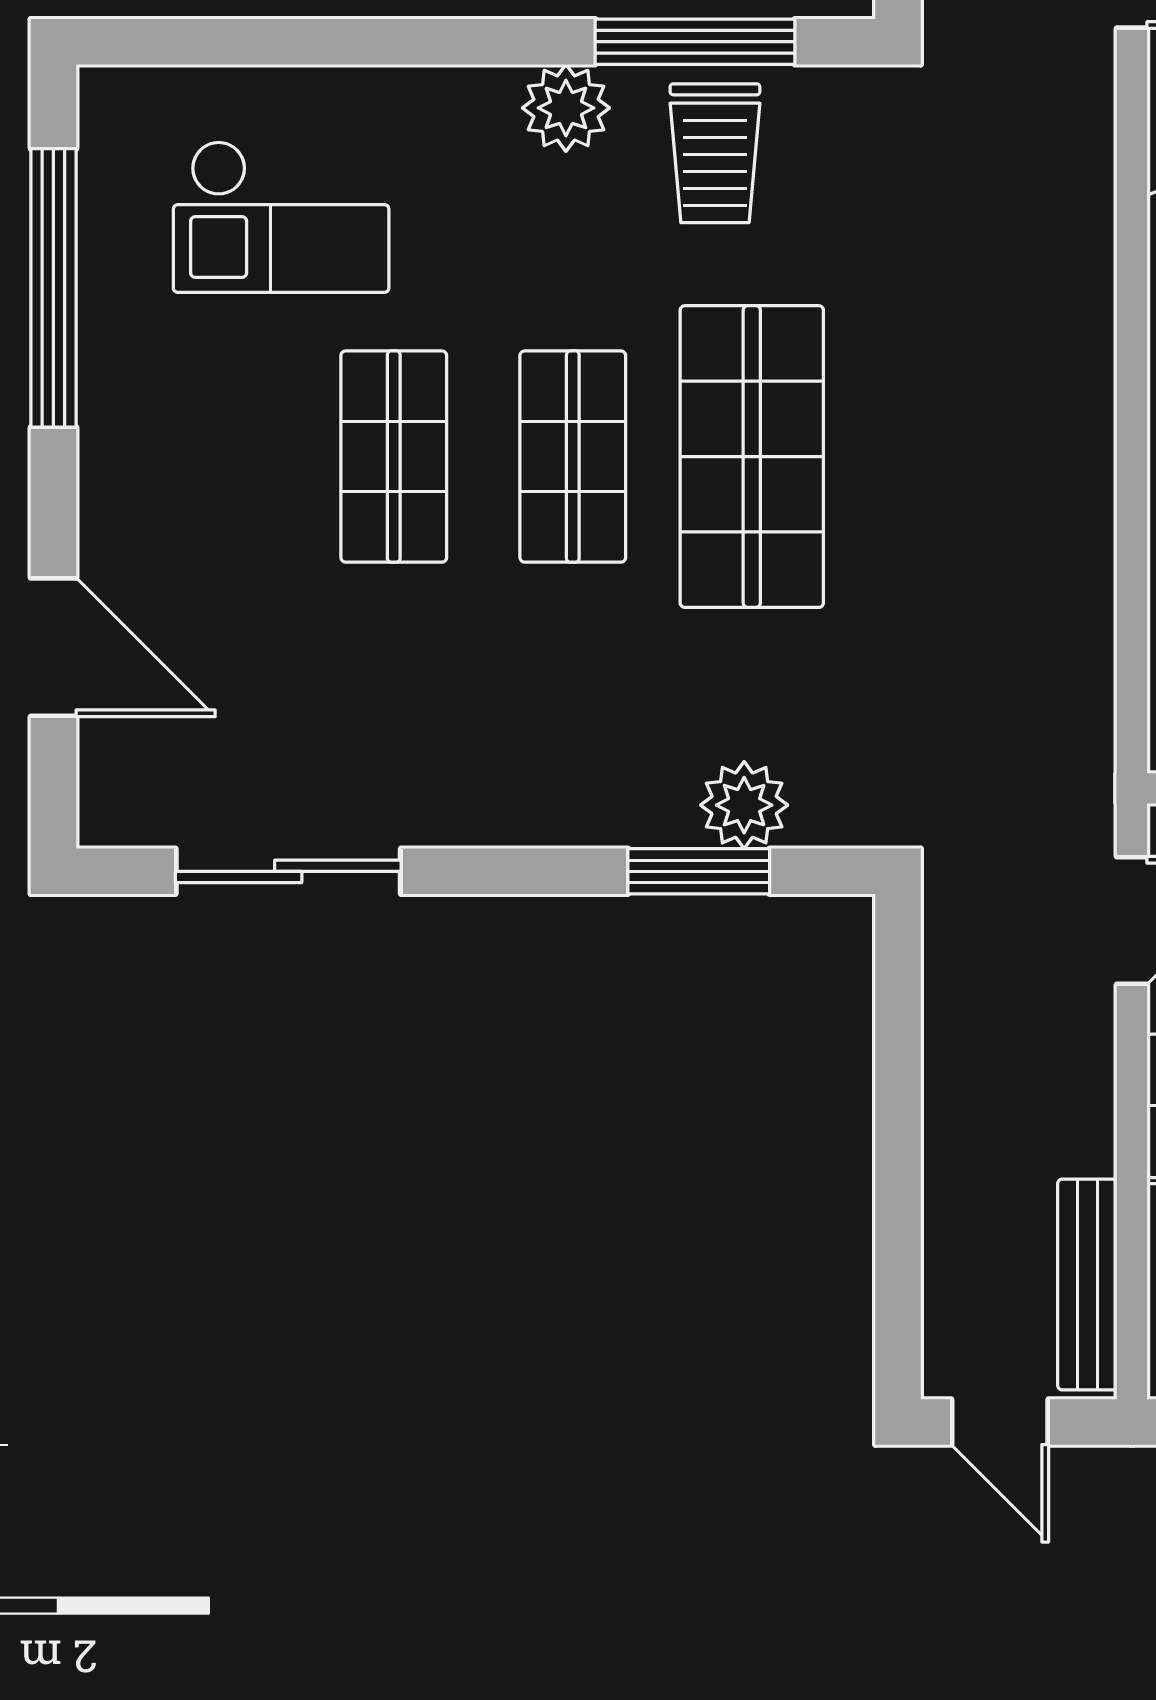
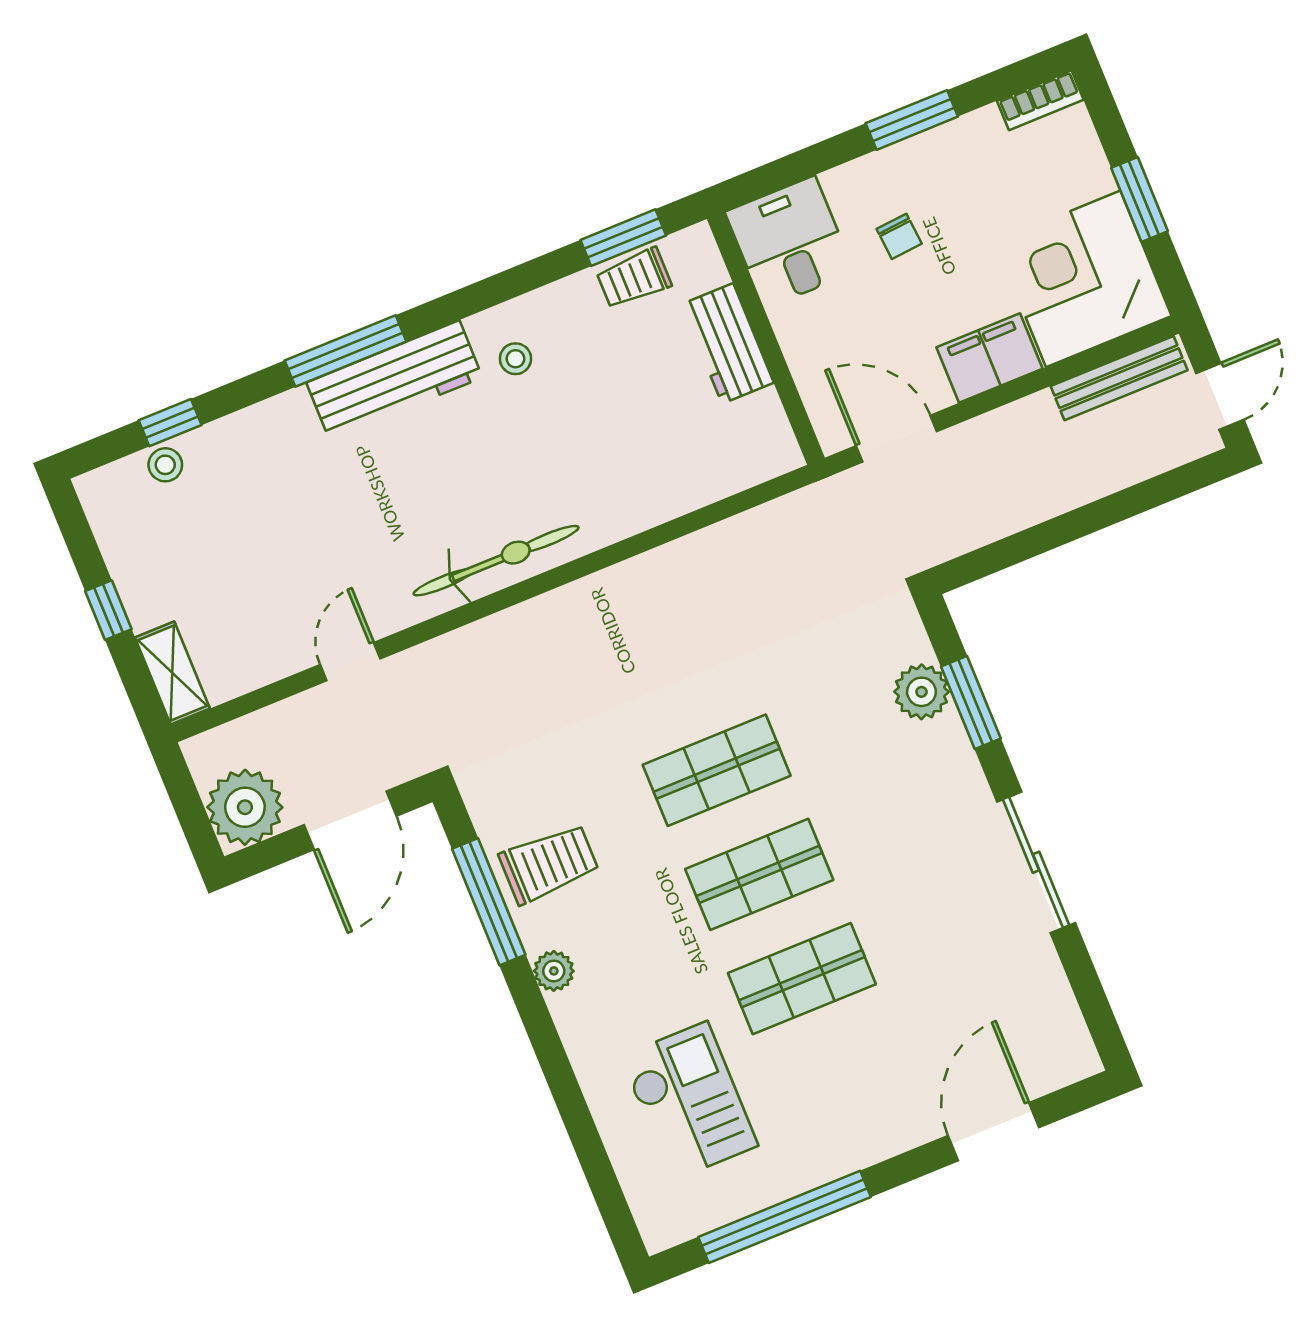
plant: (566, 108) -> (554, 971), width x0.73, depth x0.73
shop shelf: (752, 457) -> (717, 770), width x0.70, depth x0.74
sliding door: (288, 871) -> (1036, 862), moved

